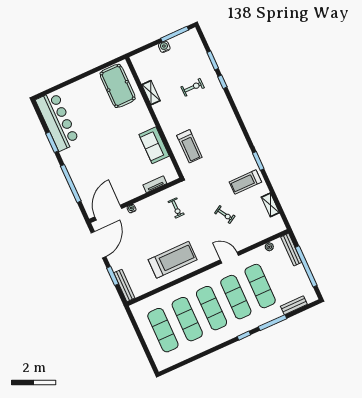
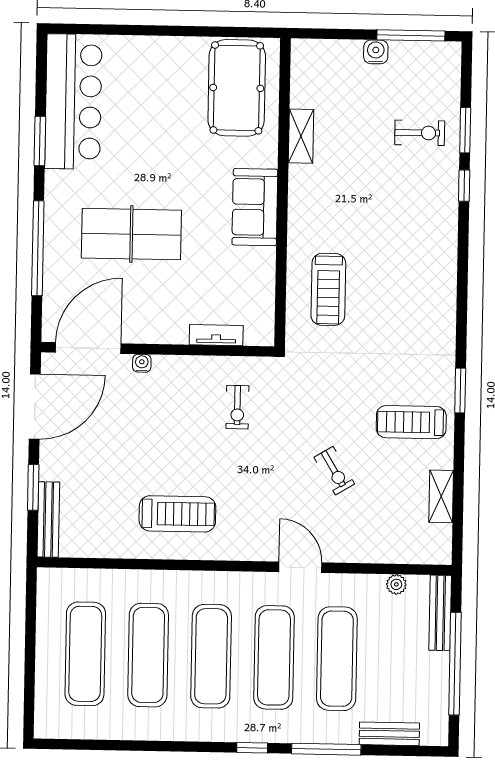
exercise bike: (193, 87) -> (420, 133), moved
sofa: (154, 145) -> (255, 207), moved
table tennis table: (104, 161) -> (131, 234), added
treadmill: (173, 260) -> (177, 514), width x0.73, depth x0.73

